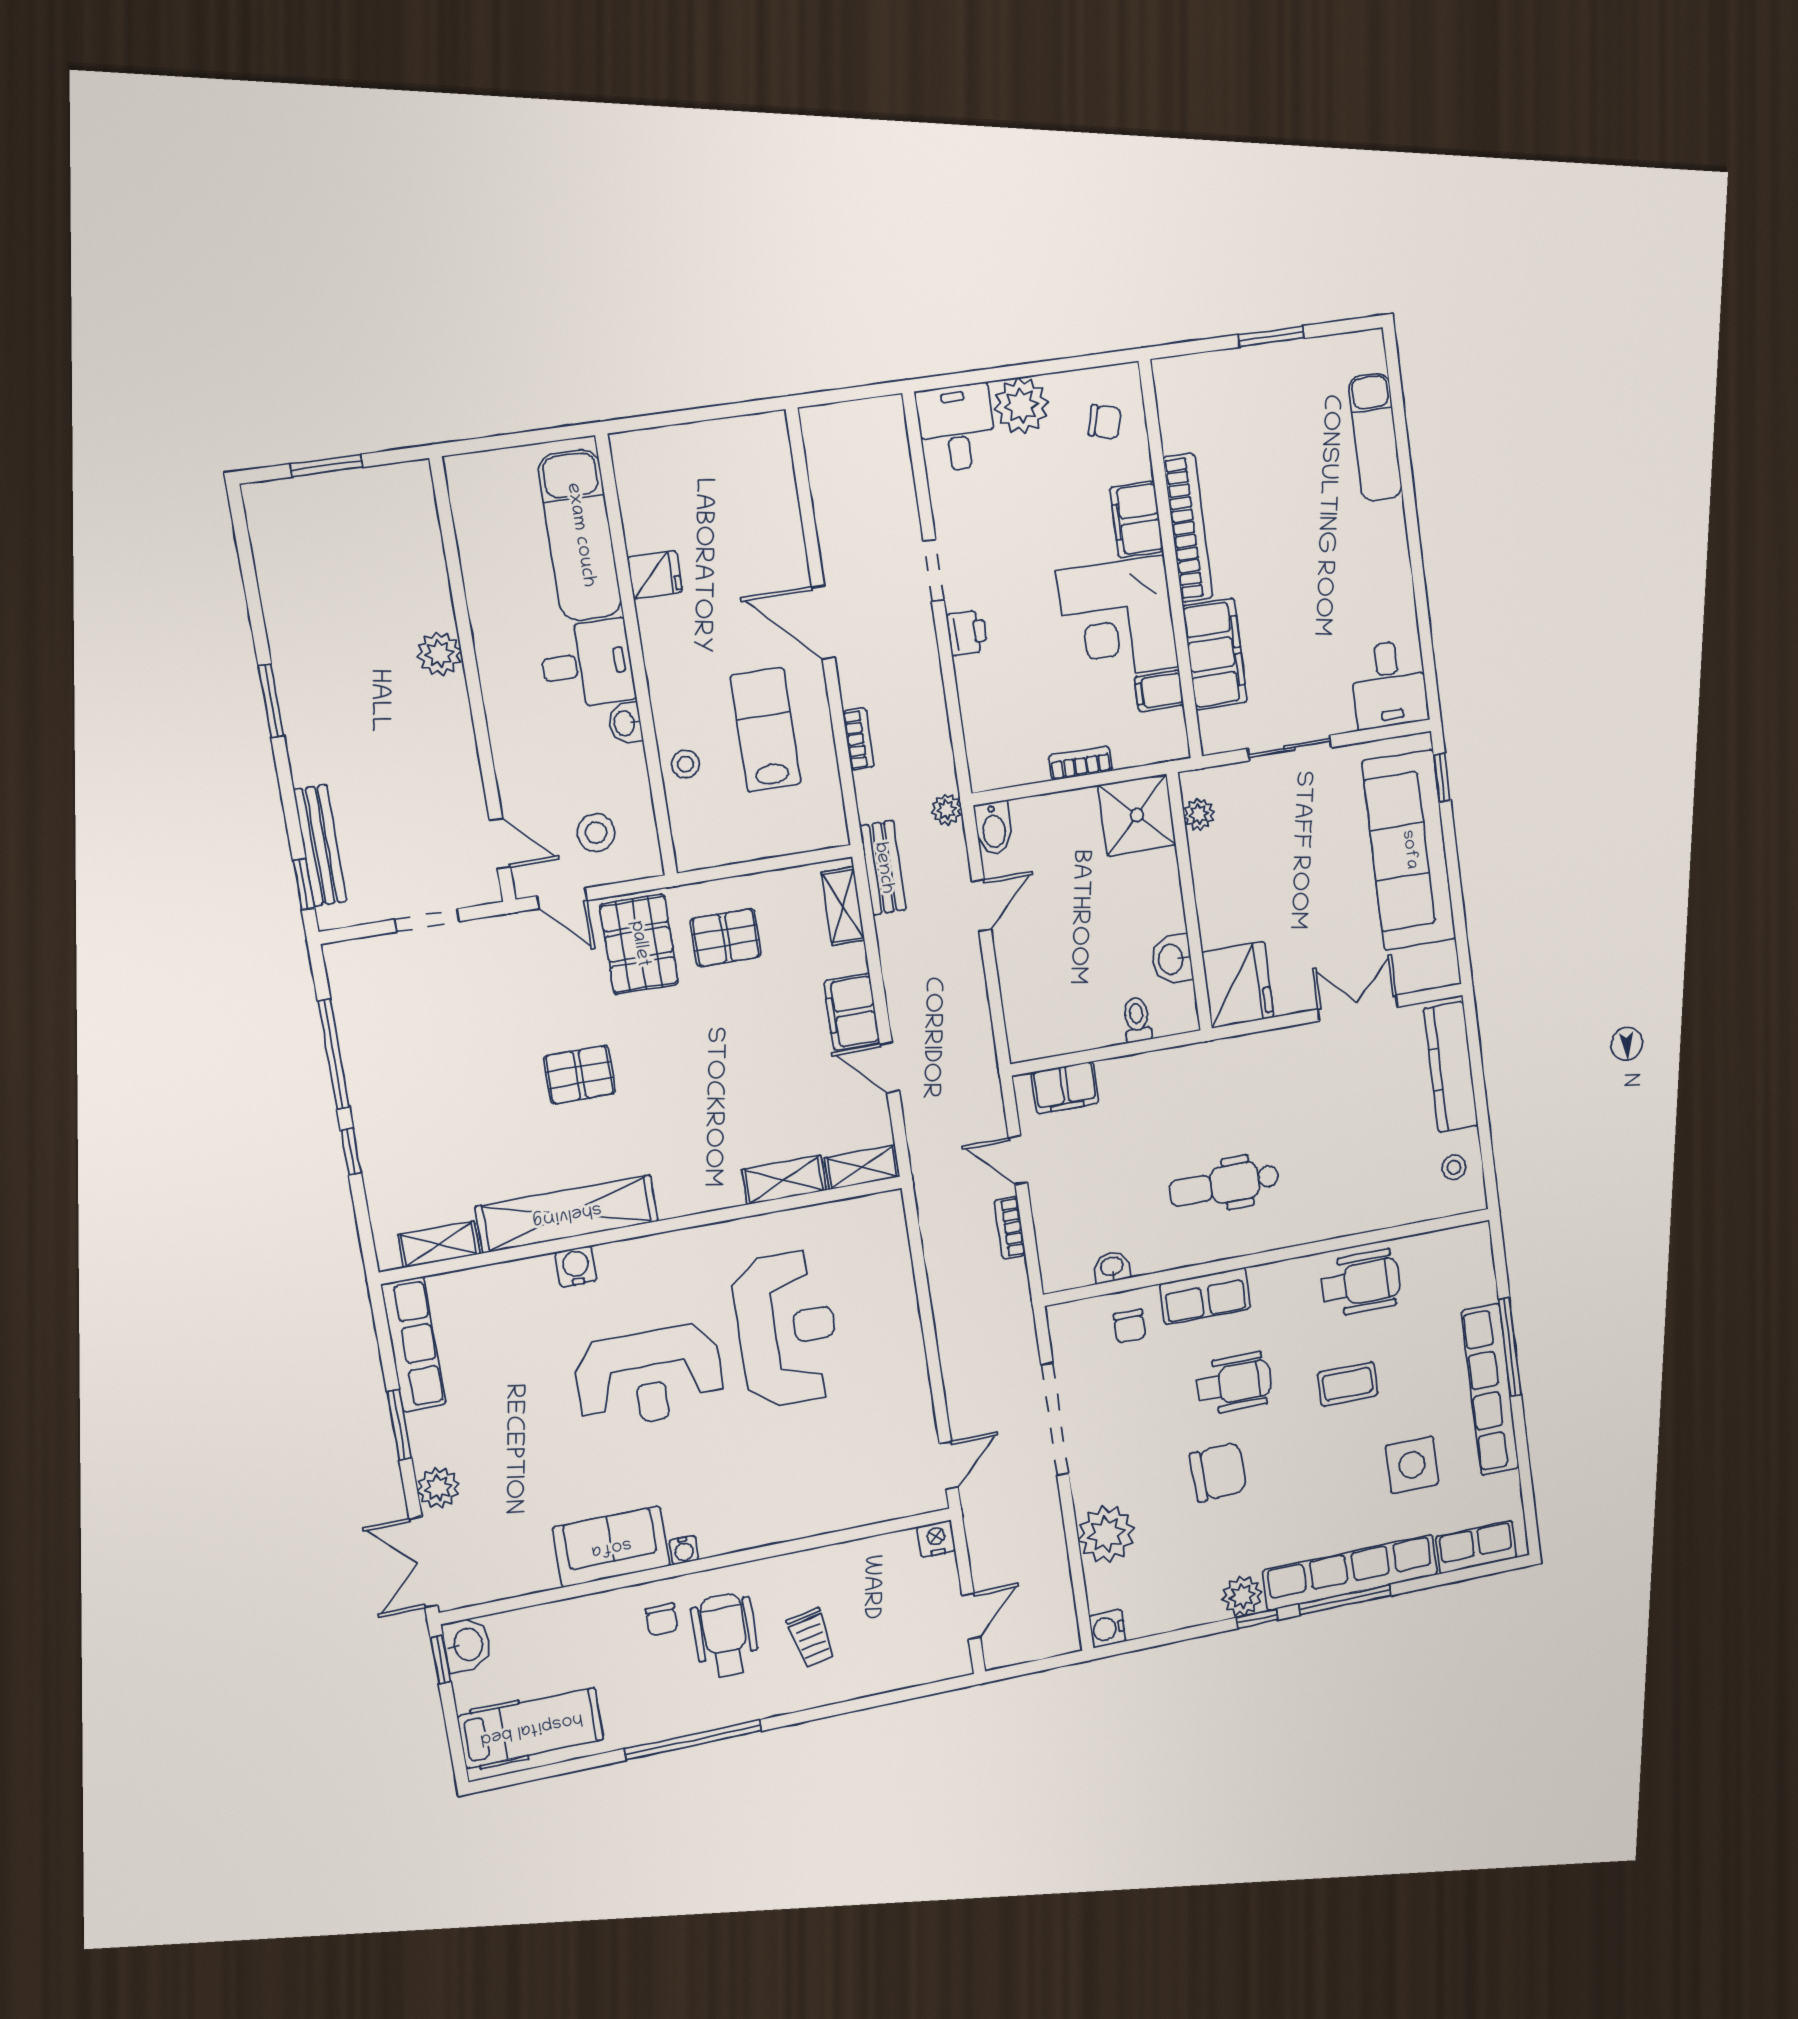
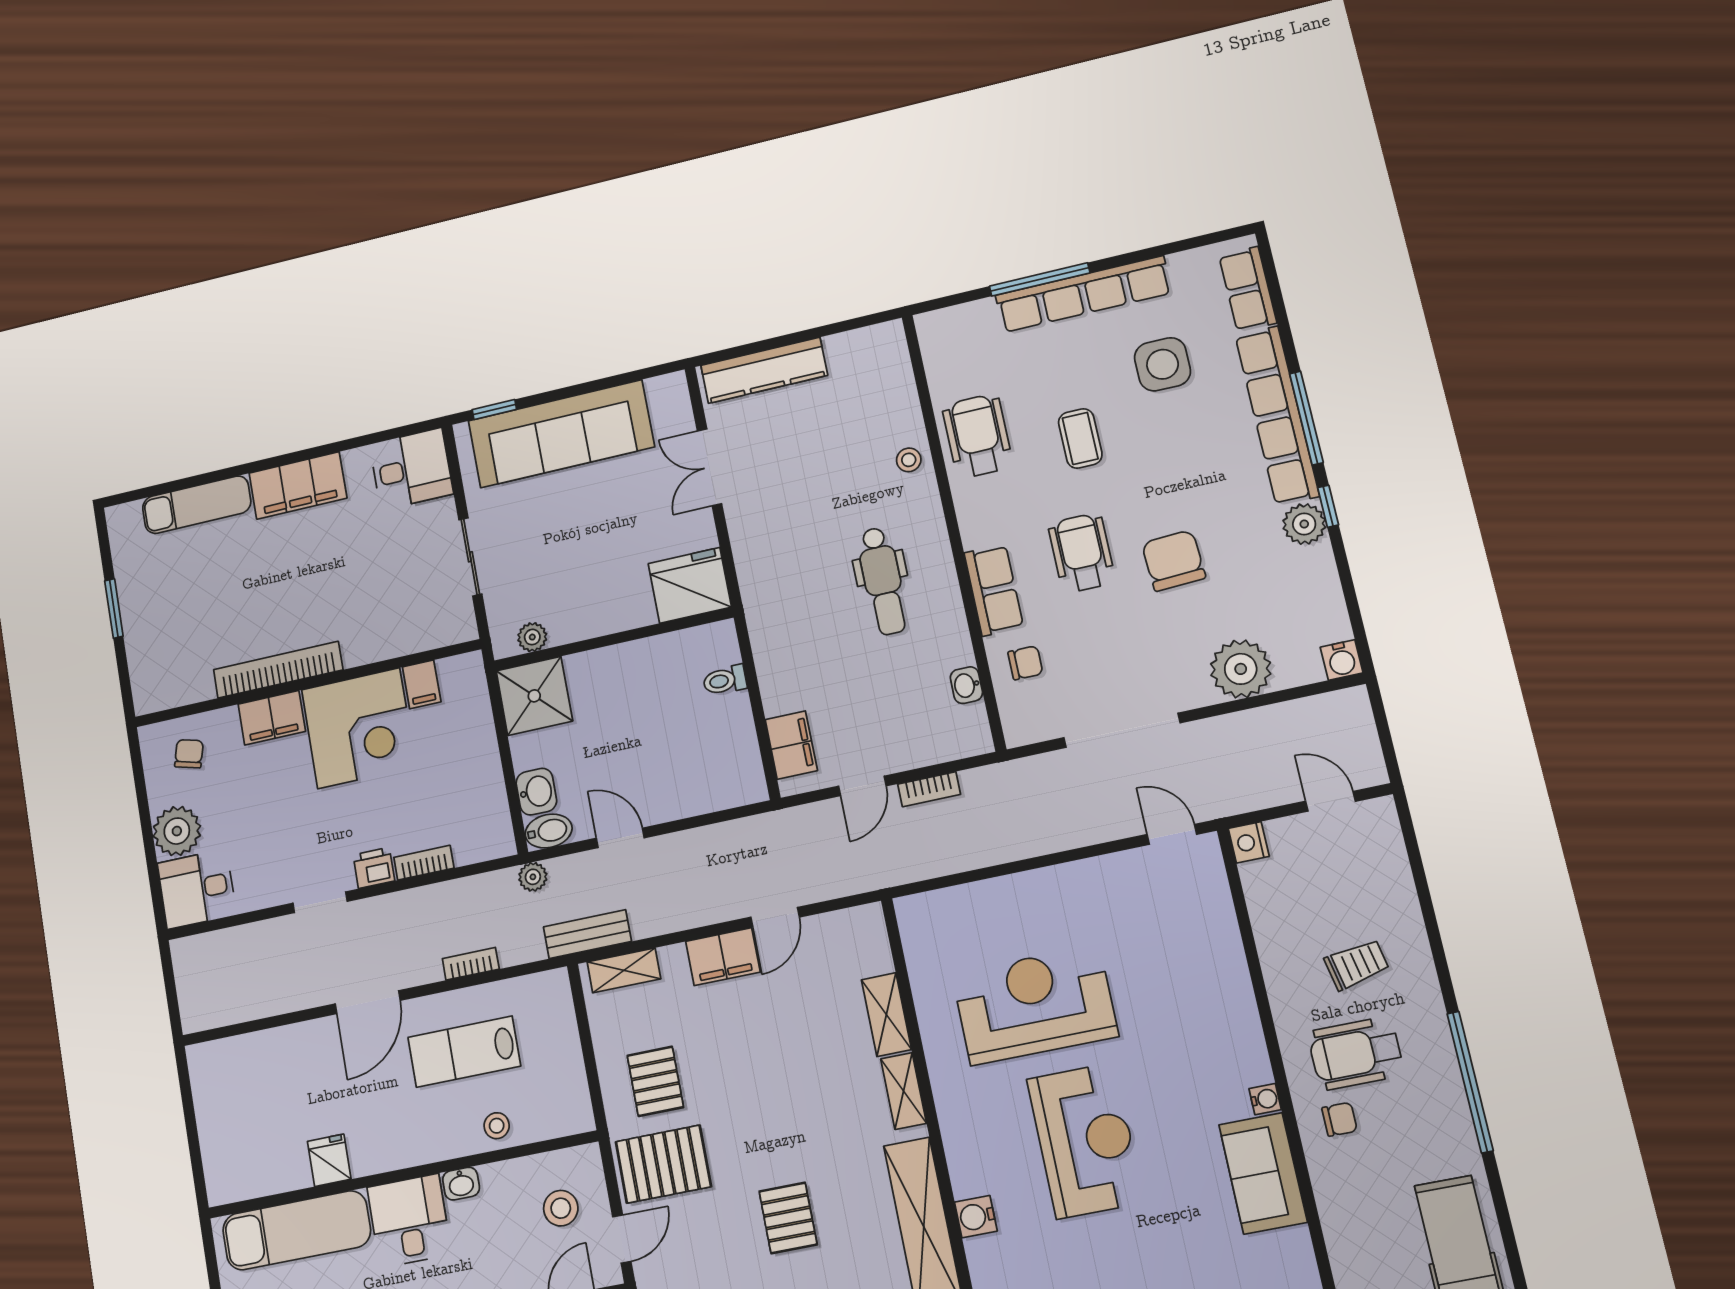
filing cabinet: (1215, 654) -> (298, 486), moved, turned 180
bookcase: (1080, 763) -> (424, 863), moved, turned 90
washbasin: (1172, 959) -> (536, 792), moved, turned -90
shelving: (862, 1167) -> (904, 1091), moved
stool: (1454, 1167) -> (909, 460), moved

